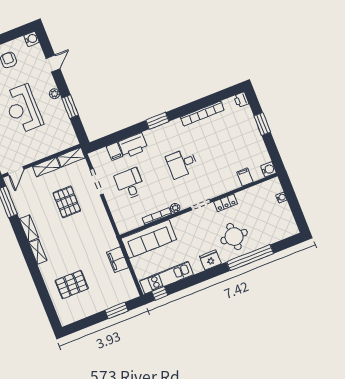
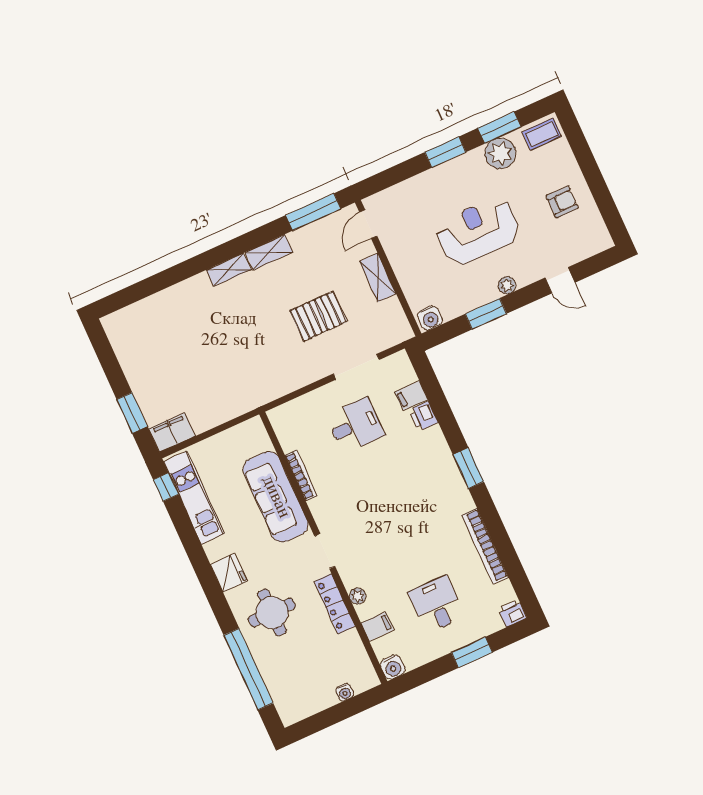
water cooler: (32, 39) -> (430, 318), moved
printer: (133, 145) -> (424, 416), width x0.53, depth x0.68
shelving: (71, 157) -> (397, 320), removed
desk: (182, 163) -> (437, 604), moved
door: (16, 171) -> (368, 224), hinge flipped
locker: (226, 203) -> (335, 604), width x1.53
plant: (175, 208) -> (358, 596), moved
sofa: (149, 239) -> (276, 497), moved
window: (250, 258) -> (248, 669), moved
filing cabinet: (117, 260) -> (172, 432), moved
pallet: (72, 285) -> (174, 332), removed

